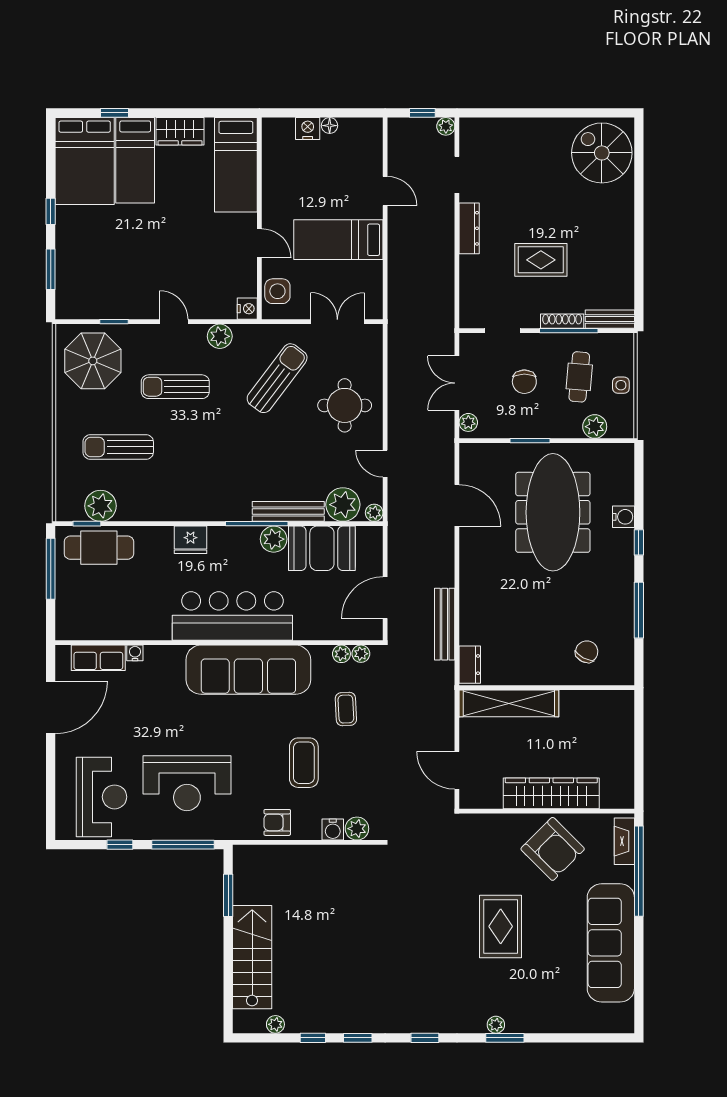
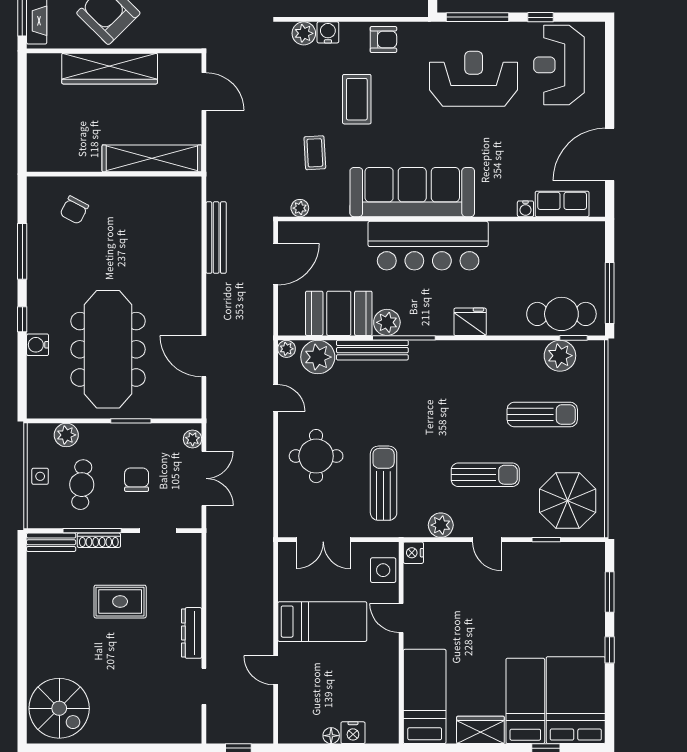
plant: (446, 126) -> (215, 735), removed
sun lounger: (277, 378) -> (384, 483), turned 143
plant: (341, 654) -> (319, 208), removed
dresser: (470, 665) -> (191, 197), removed

